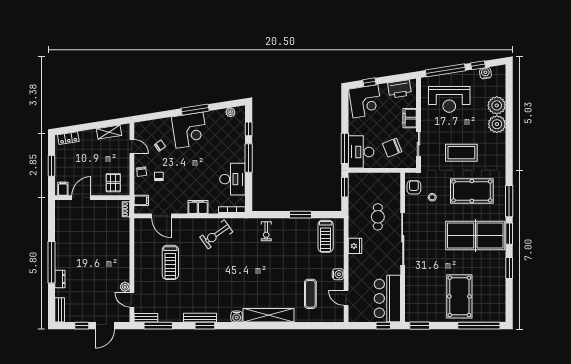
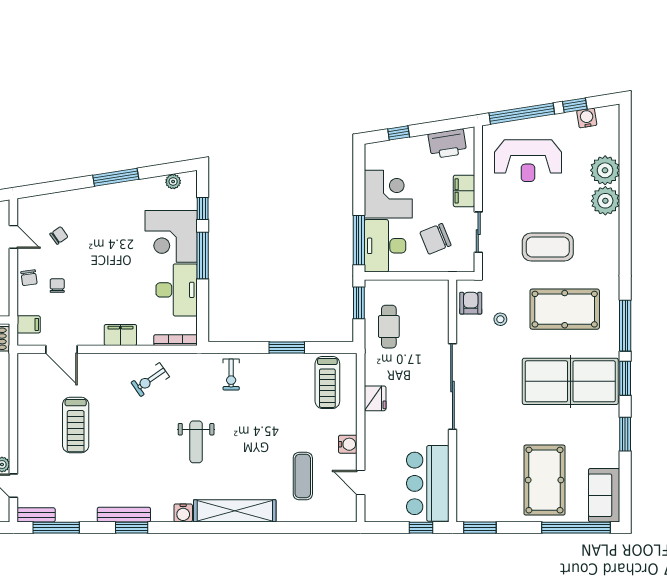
corner desk: (365, 101) -> (388, 194), moved, turned -81
corner desk: (190, 130) -> (171, 236), moved, turned 99
cafe table: (378, 217) -> (389, 327), moved
exercise bike: (216, 234) -> (150, 380), width x0.73, depth x0.72
weight bench: (245, 273) -> (196, 442), added
sofa: (496, 306) -> (604, 495), added

